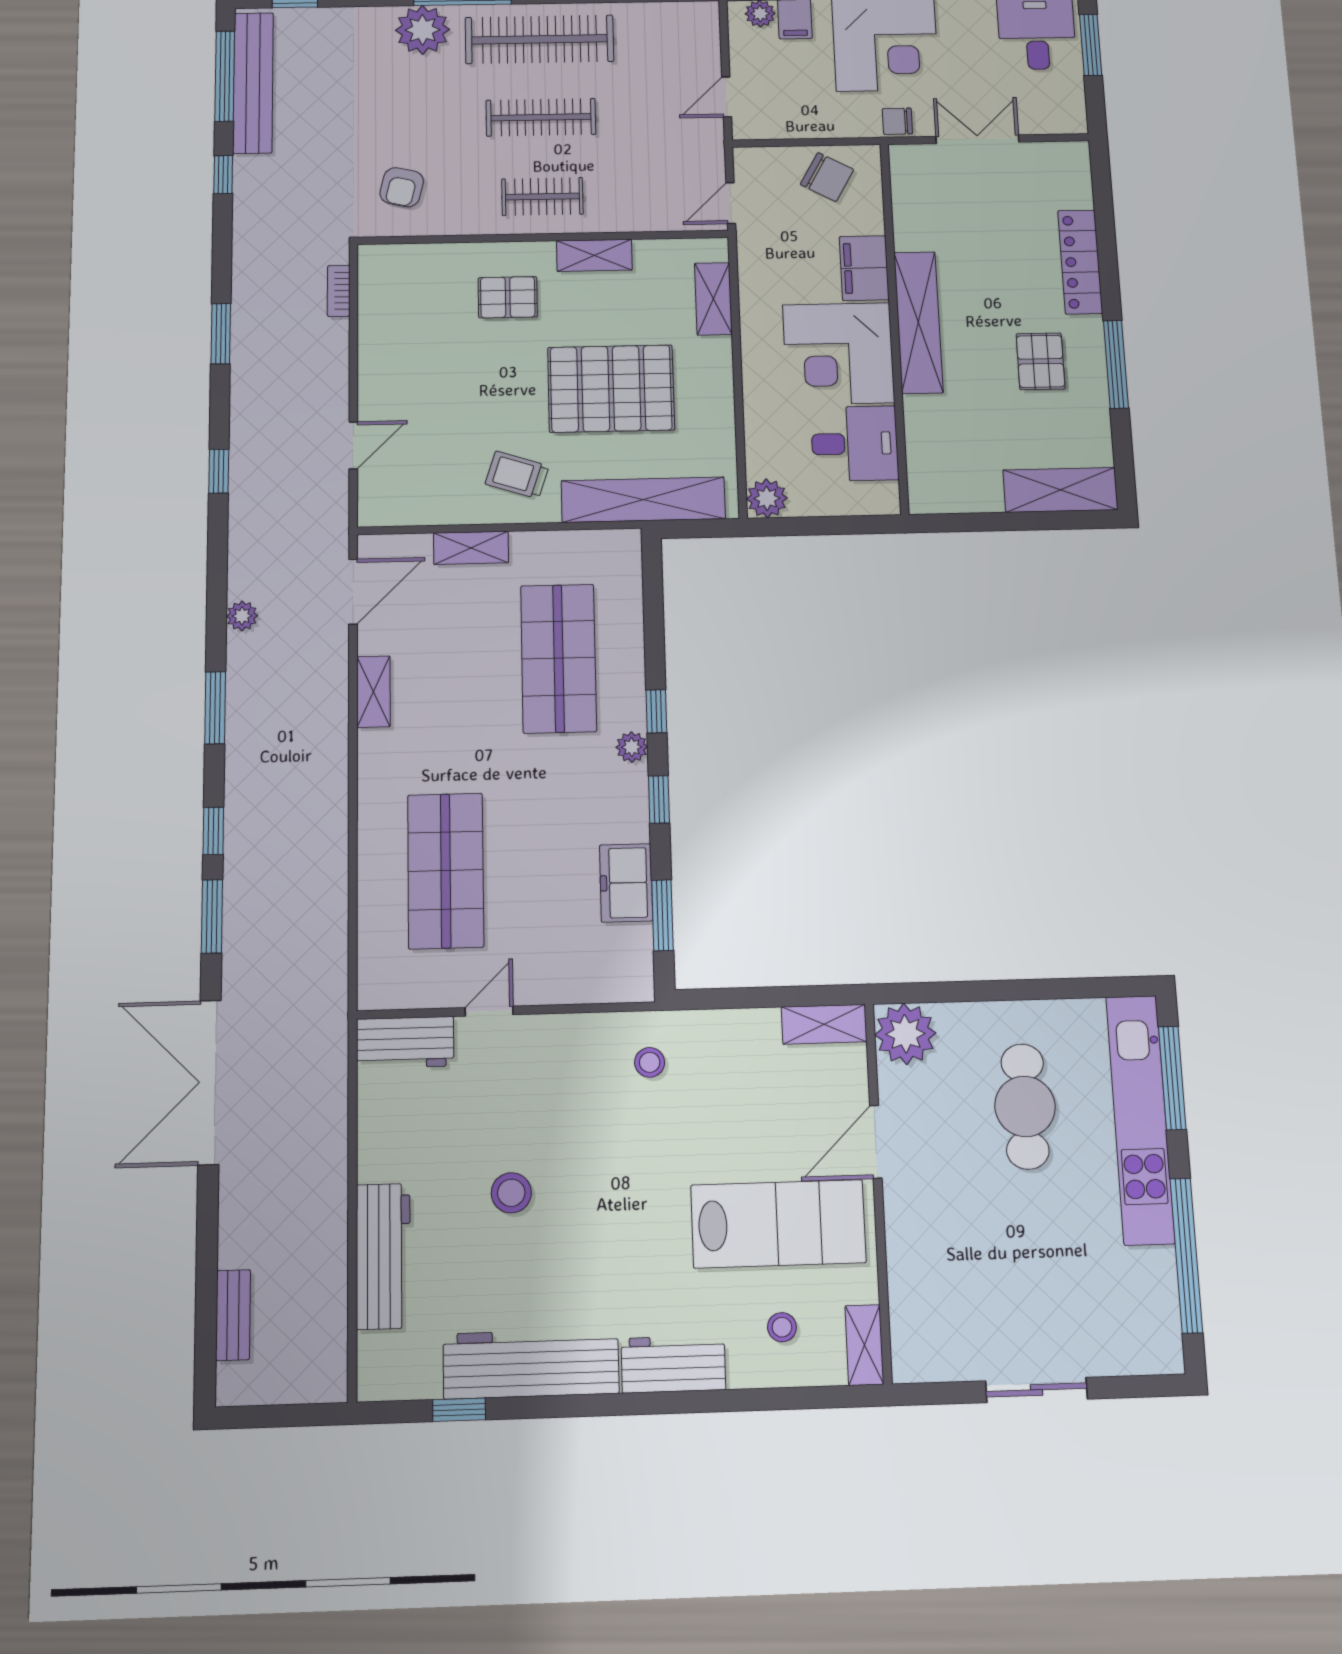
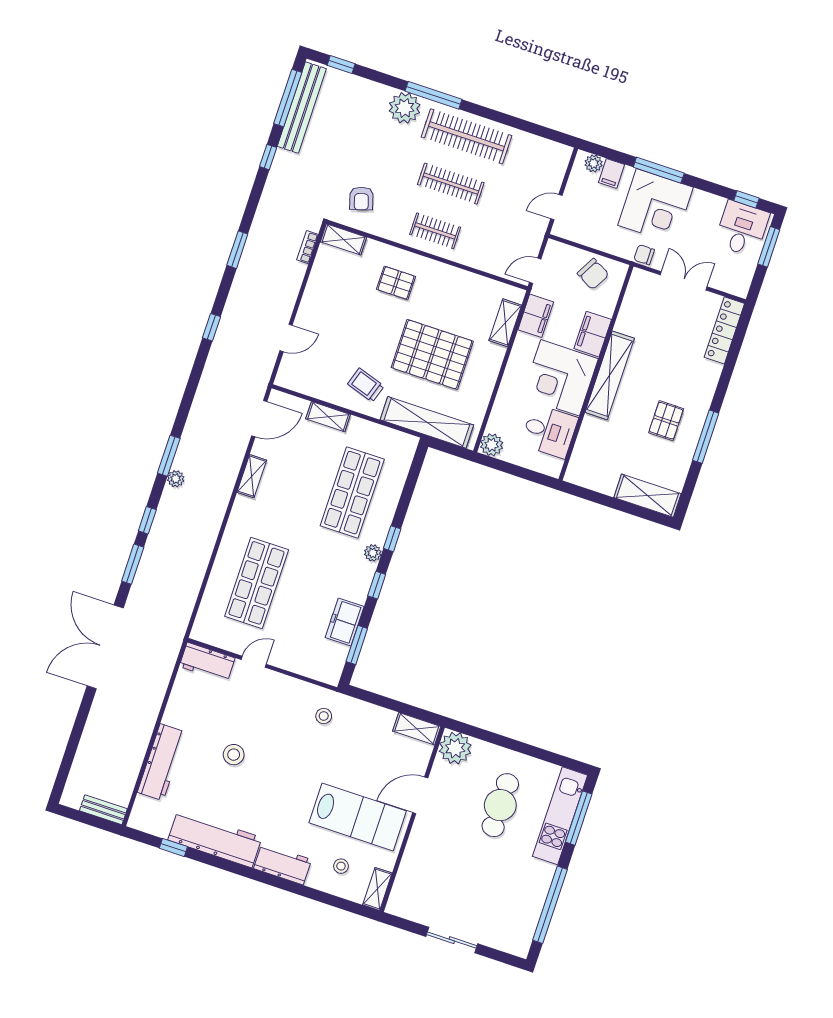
armchair: (402, 187) -> (361, 199), turned -30
shelving: (594, 255) -> (343, 239), moved
locker: (1080, 262) -> (724, 330), moved
filing cabinet: (759, 271) -> (536, 316), added
plant: (242, 616) -> (176, 479), moved
kitchen unit: (1140, 1119) -> (560, 816), width x0.73
bench: (233, 1315) -> (103, 810), moved, turned 90

